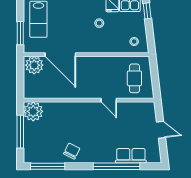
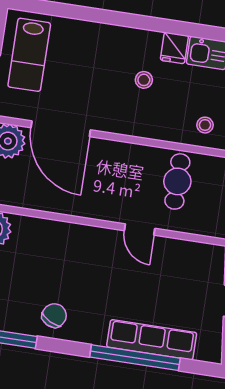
cafe table: (134, 78) -> (177, 181), moved
row of seats: (131, 156) -> (152, 340), width x1.48

